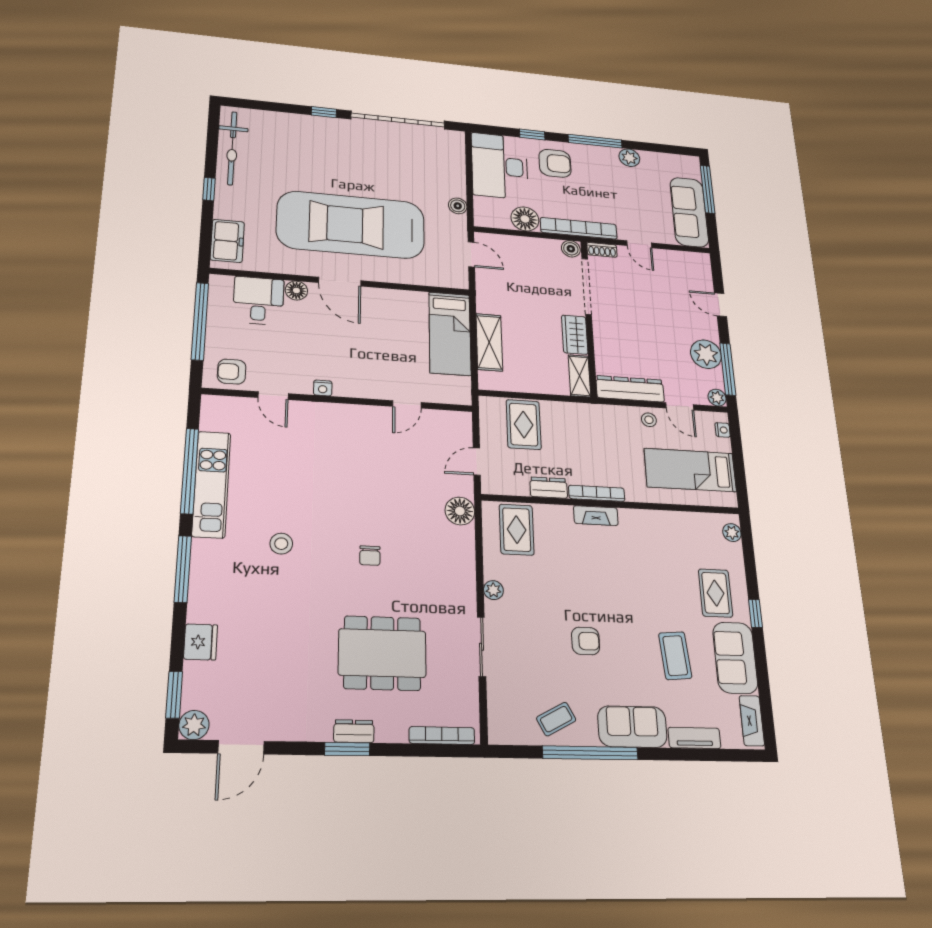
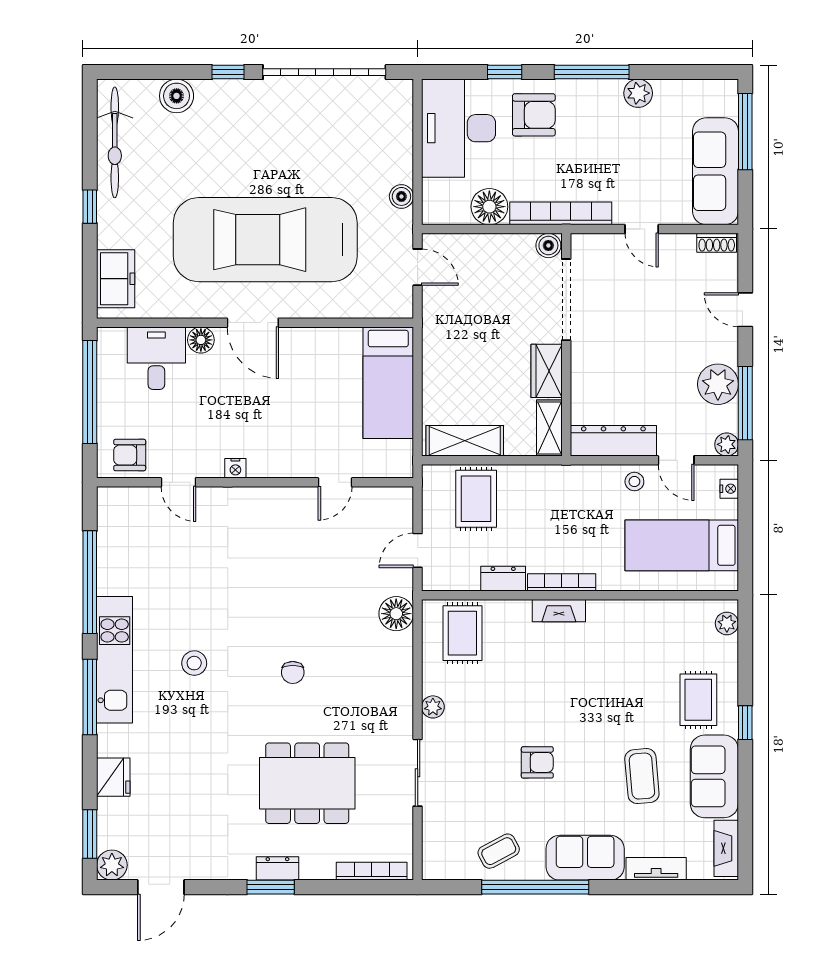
boiler: (283, 123) -> (177, 96), added
shoe rack: (602, 250) -> (717, 243), moved
shelving: (489, 342) -> (465, 441), moved, turned 90
kitchen unit: (211, 484) -> (115, 660), moved

